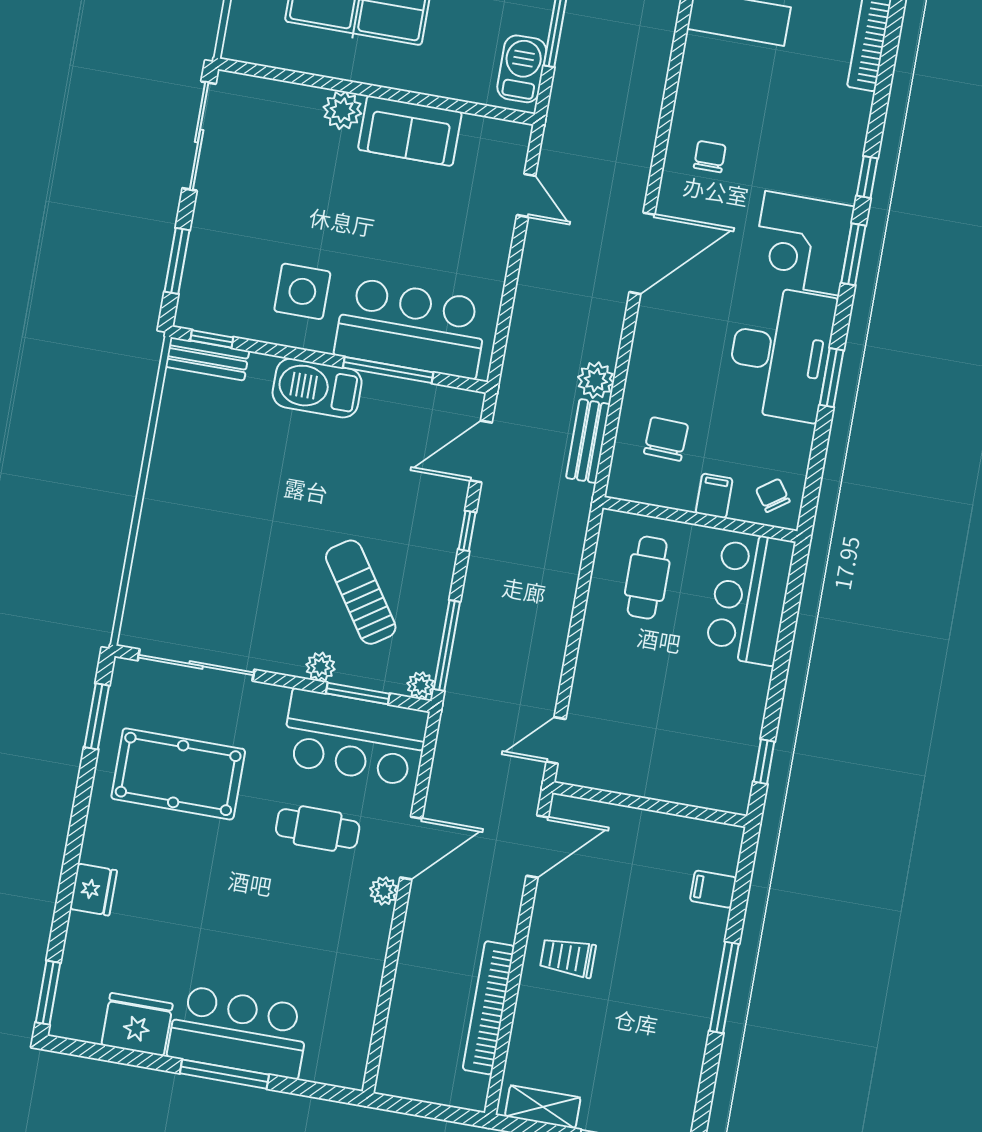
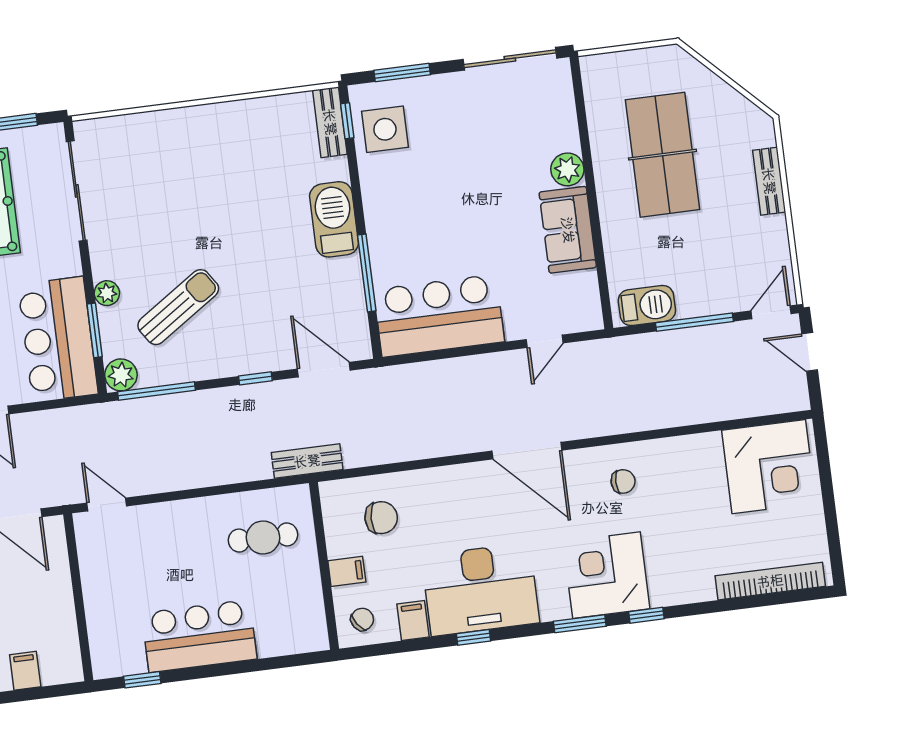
corner desk: (802, 243) -> (606, 575), moved
side table: (302, 291) -> (385, 129), moved
bar counter: (411, 328) -> (439, 316), moved, turned -90
window: (832, 378) -> (473, 637), width x0.67
plant: (596, 380) -> (411, 445), removed
filing cabinet: (792, 439) -> (413, 621), added
bench: (588, 441) -> (307, 461), moved
bar counter: (750, 598) -> (199, 636), moved
plant: (421, 685) -> (121, 375), width x1.38, depth x1.38

